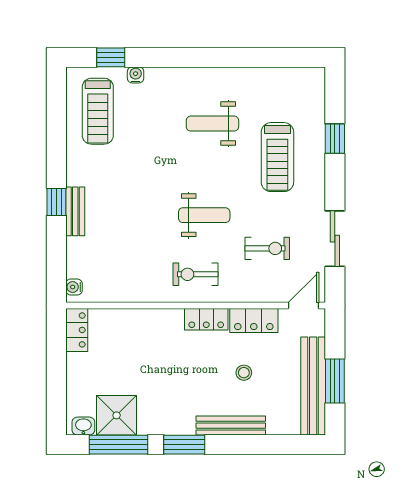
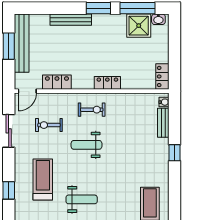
bench: (75, 211) -> (163, 123), moved
locker: (206, 319) -> (107, 83), moved
stool: (244, 373) -> (63, 51), removed

